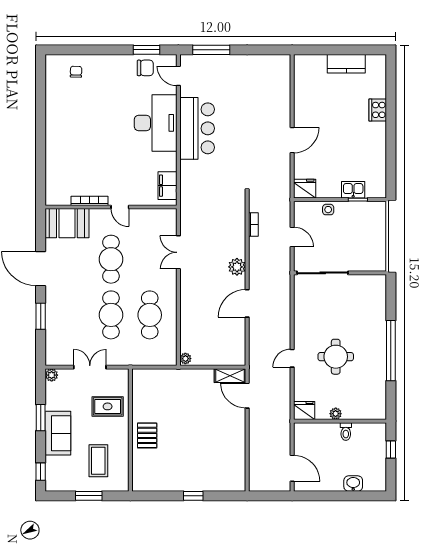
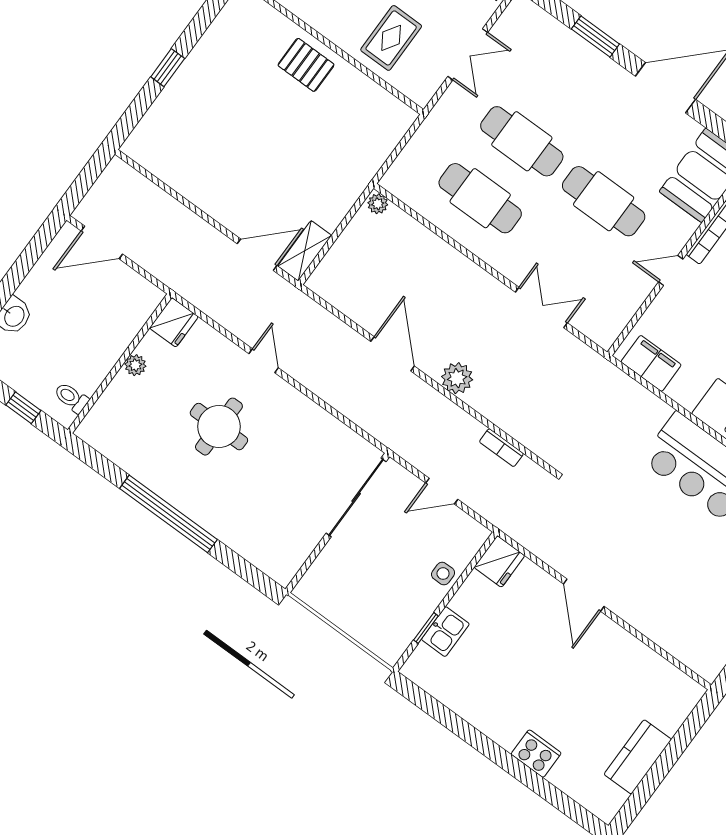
toilet: (346, 431) -> (71, 398), moved

